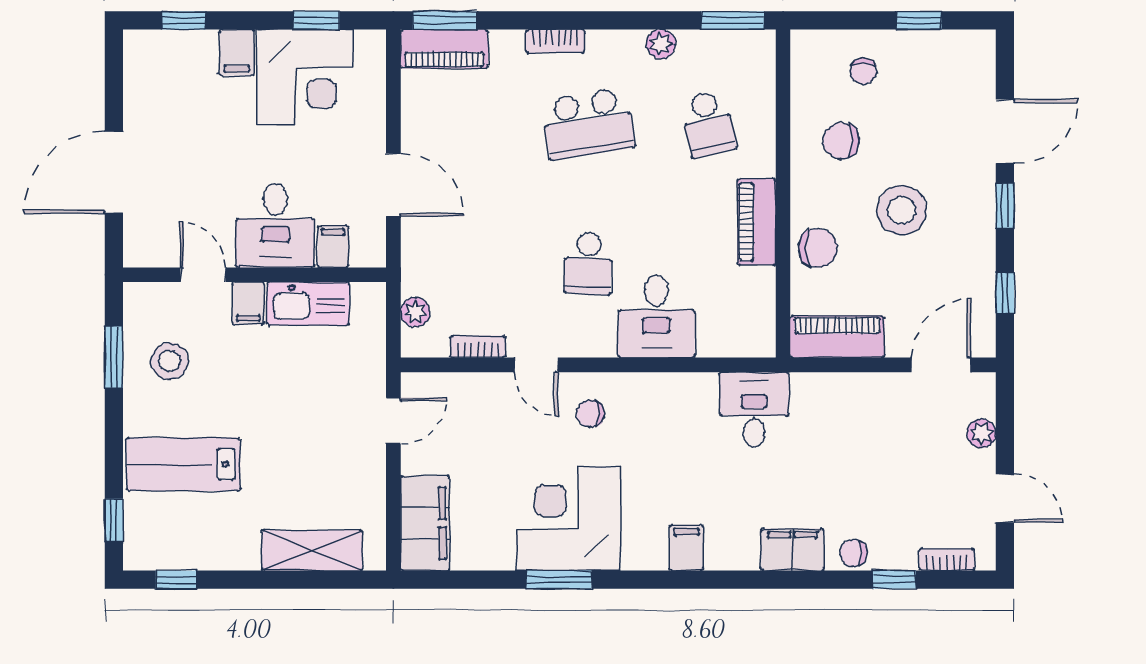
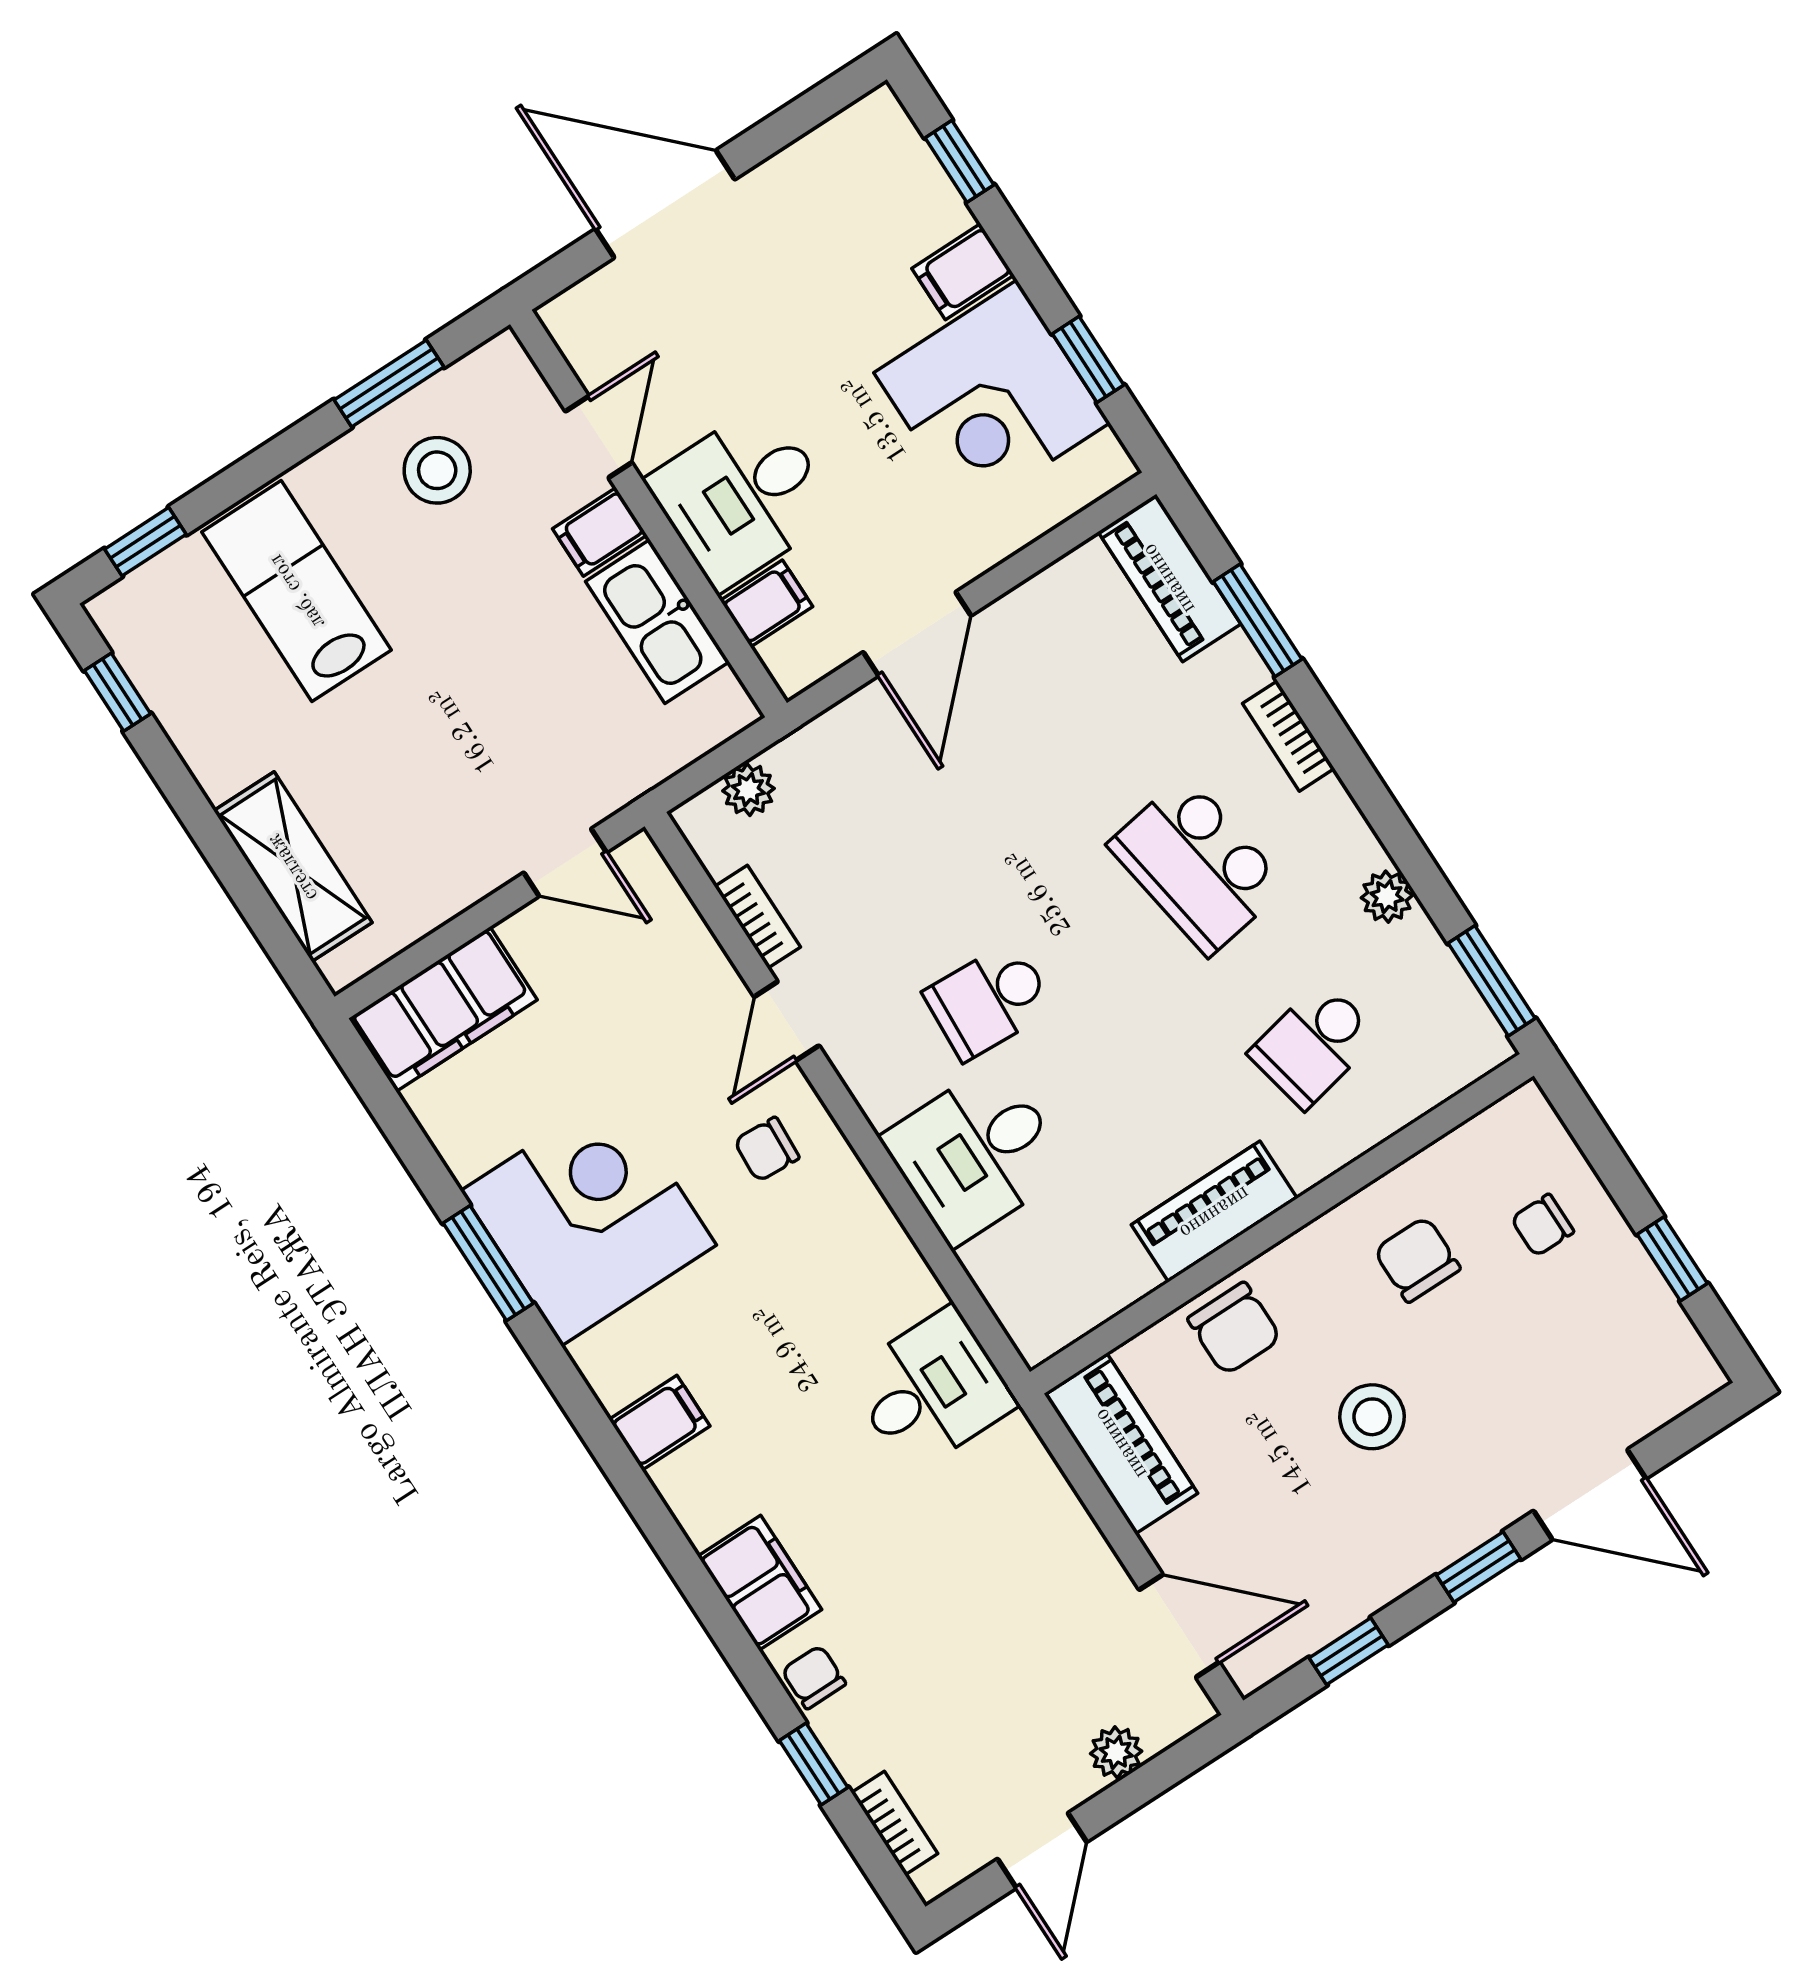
window: (445, 20) -> (1258, 620), moved
stool: (902, 210) -> (1372, 1417), width x0.73, depth x0.73
chair: (590, 414) -> (767, 1149), turned -87

